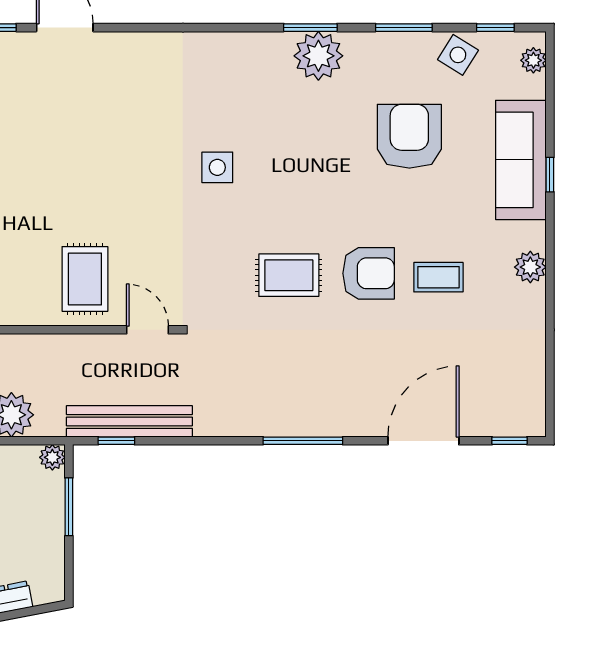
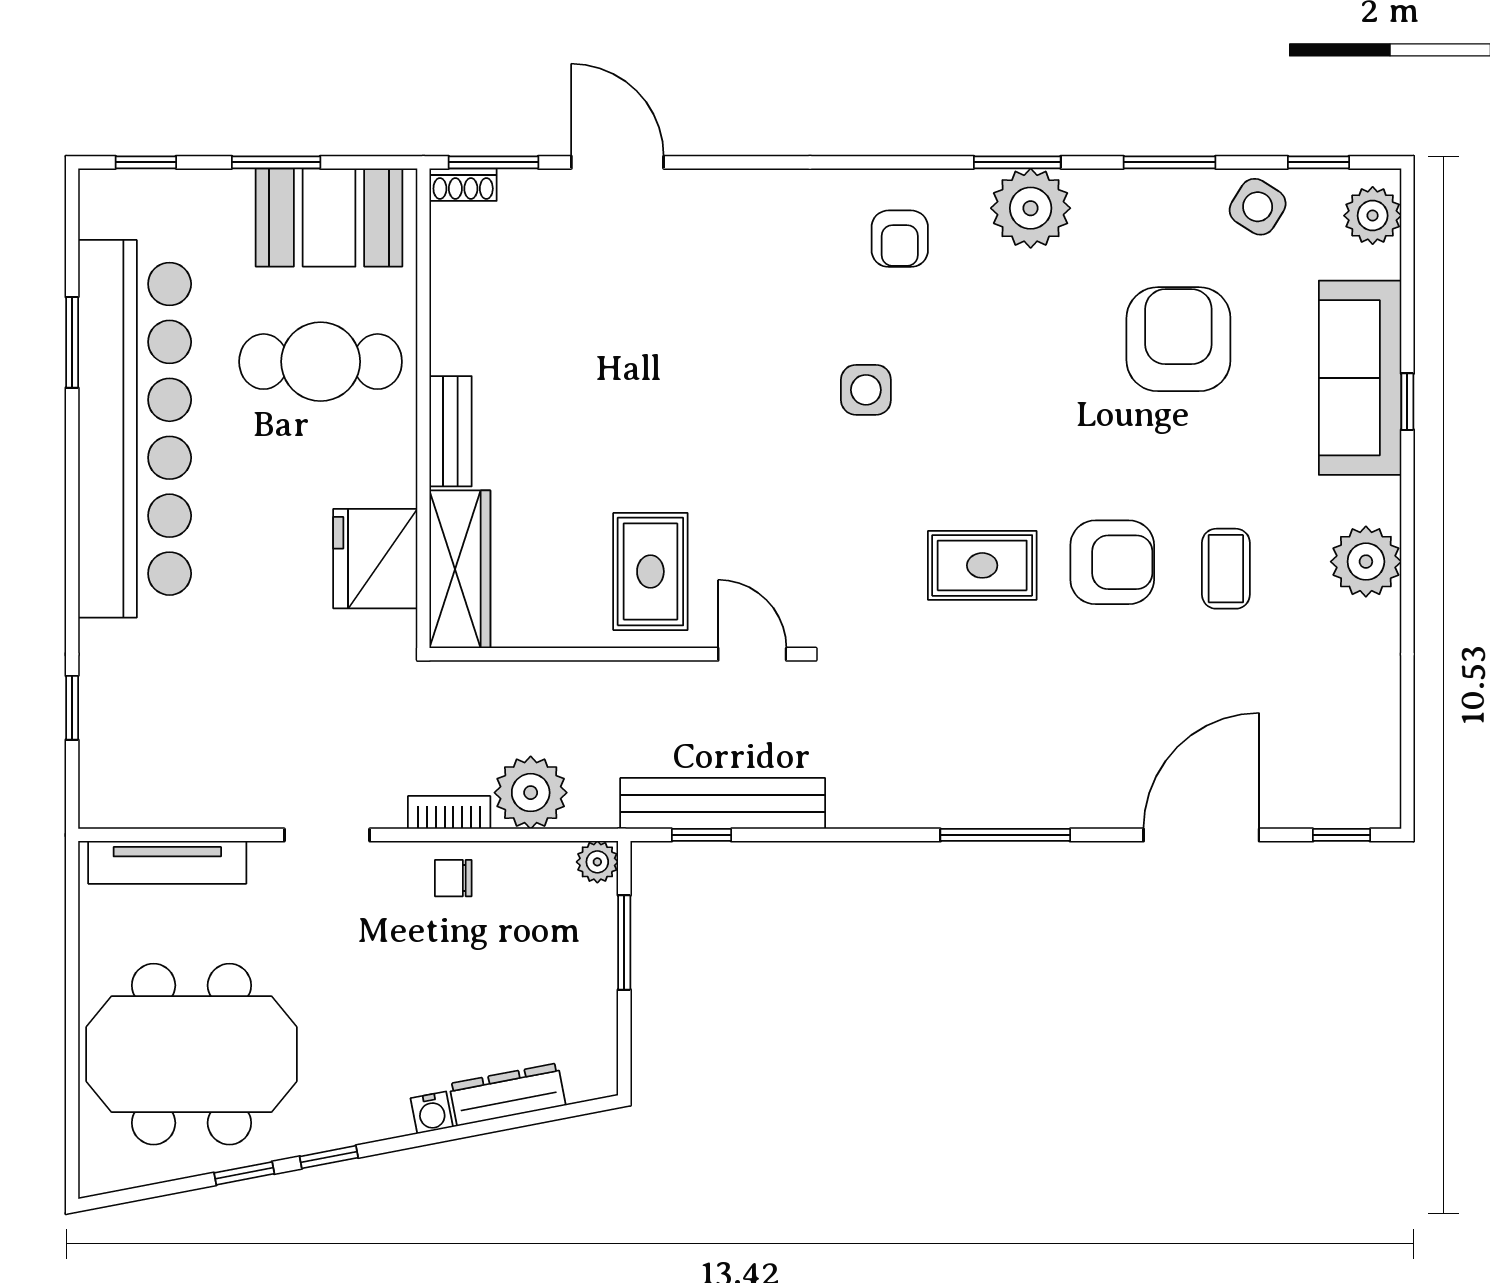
plant: (533, 60) -> (1373, 216), width x1.38, depth x1.38
armchair: (238, 75) -> (900, 239), added
plant: (530, 267) -> (1366, 562), width x1.36, depth x1.36
coffee table: (438, 277) -> (1226, 569), turned 90

